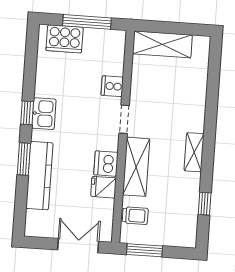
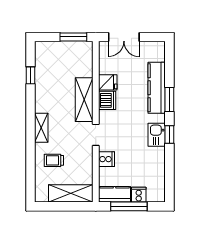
cooker: (65, 39) -> (139, 195), width x0.53, depth x0.76
kitchen counter: (105, 39) -> (114, 194), added
shelving: (194, 152) -> (41, 128), moved
trolley: (135, 216) -> (54, 160), moved

